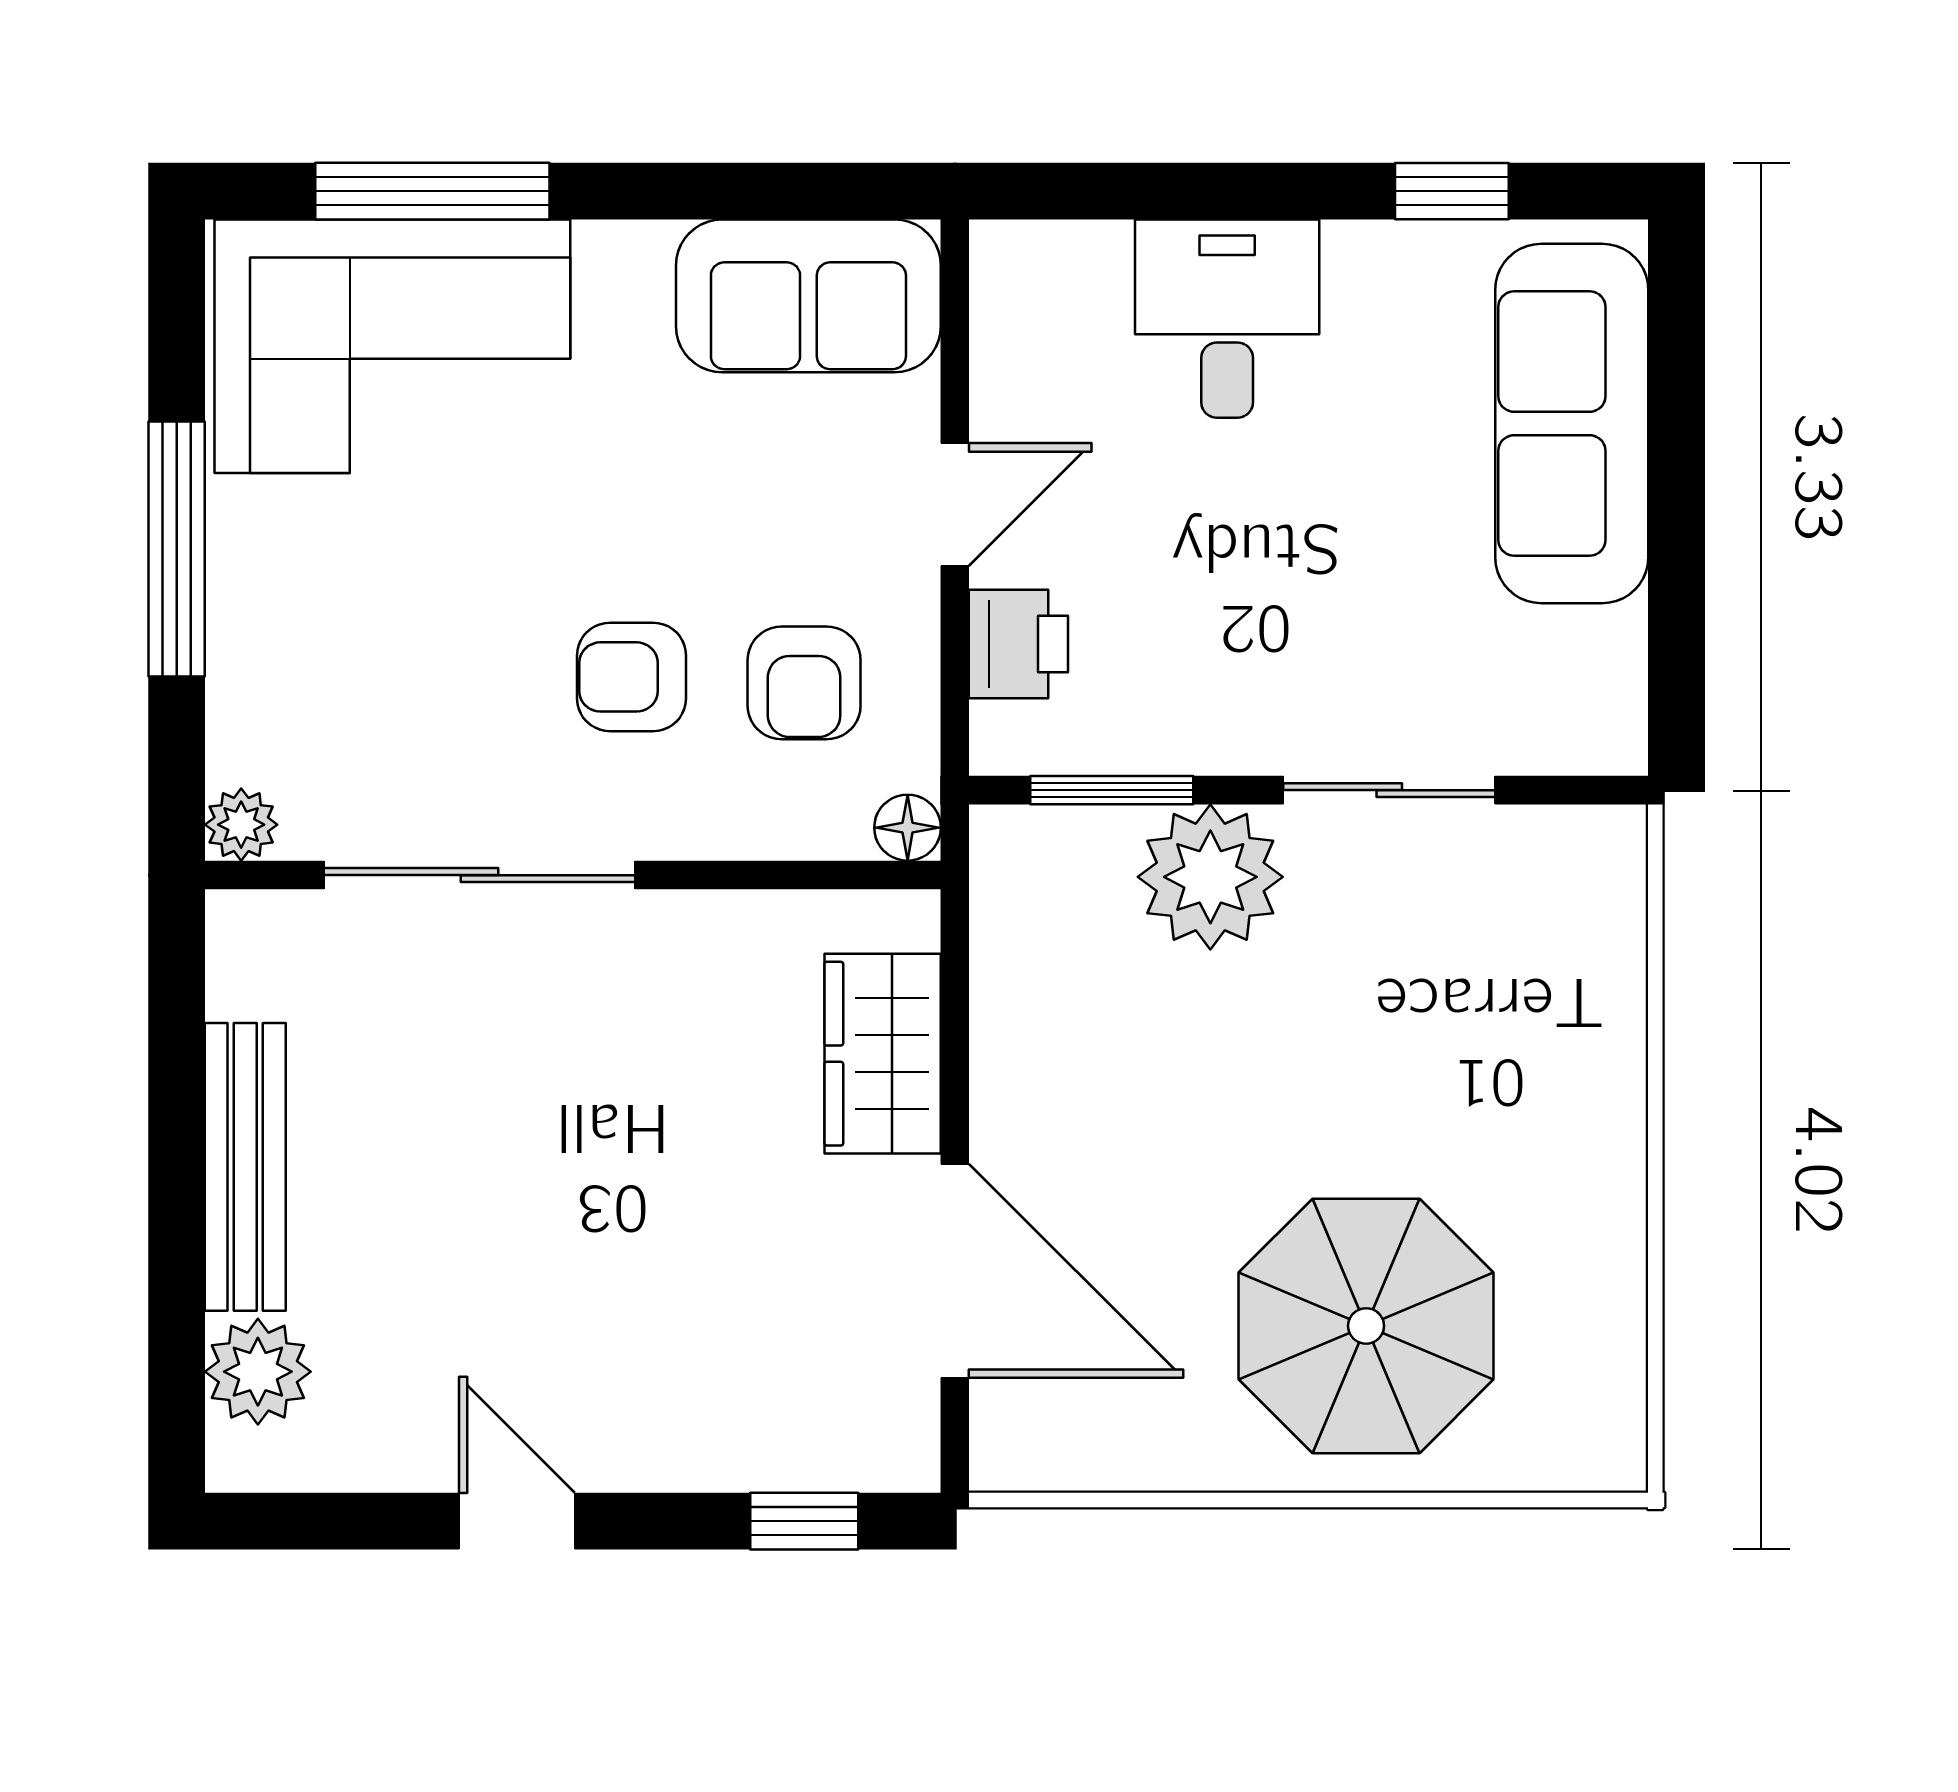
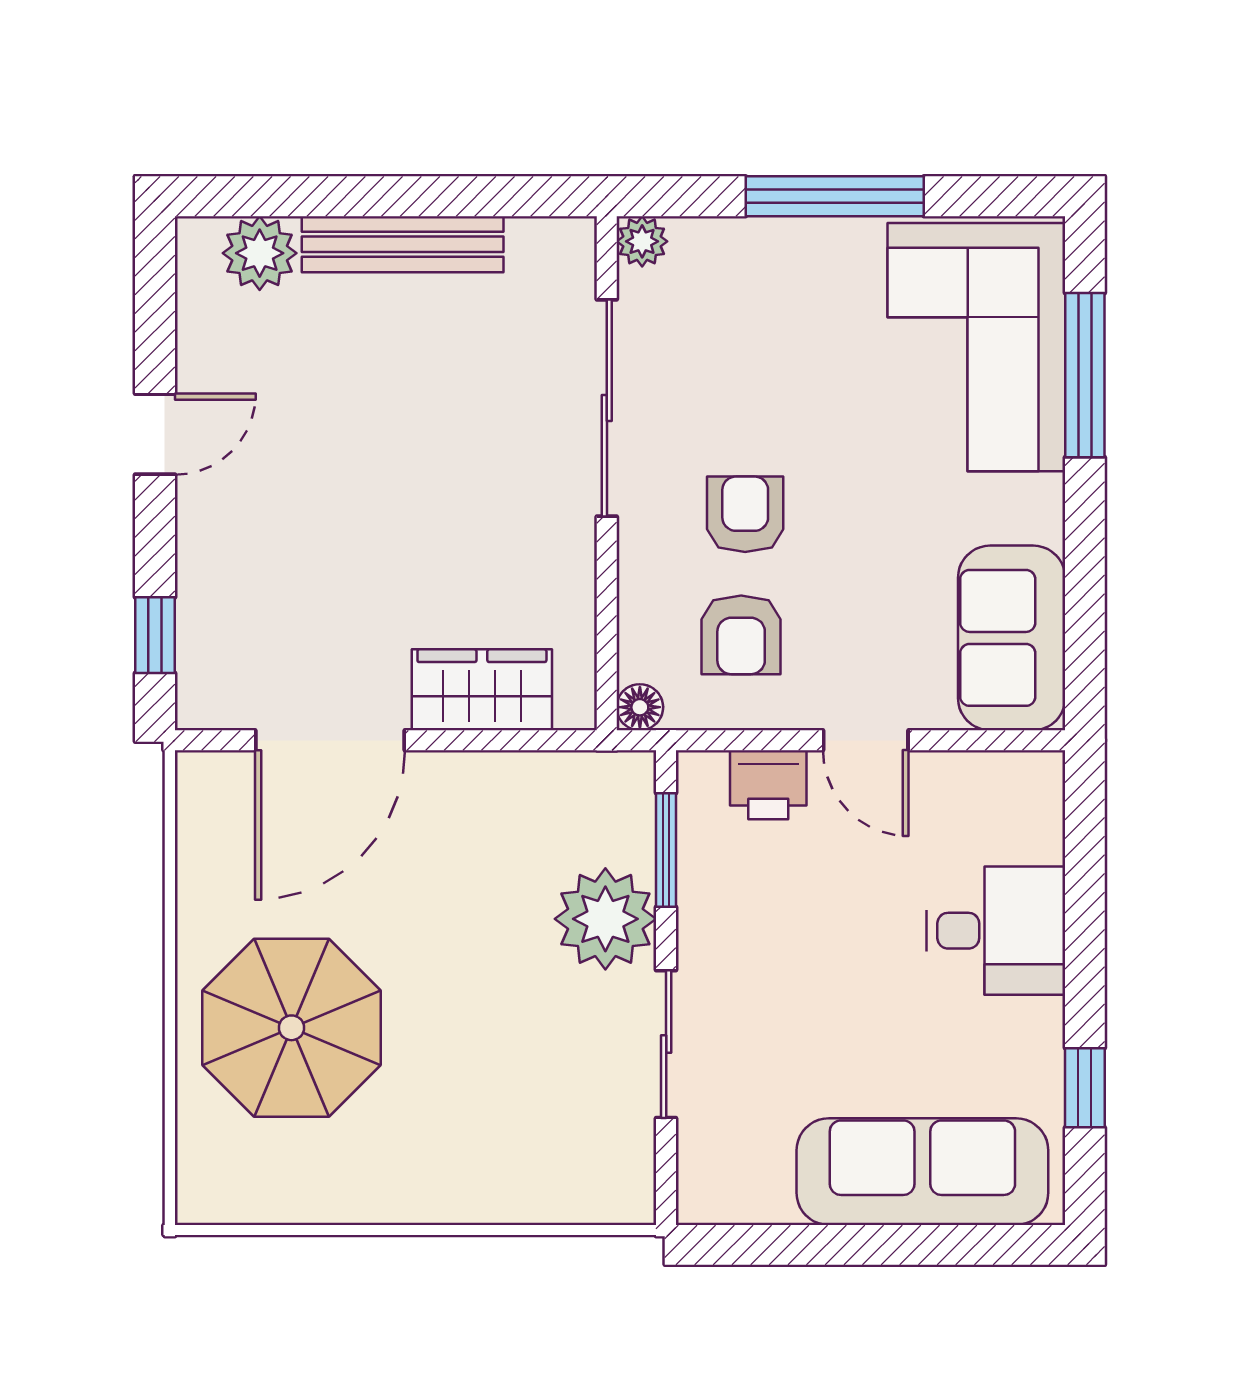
armchair: (804, 683) -> (741, 635), turned -90

